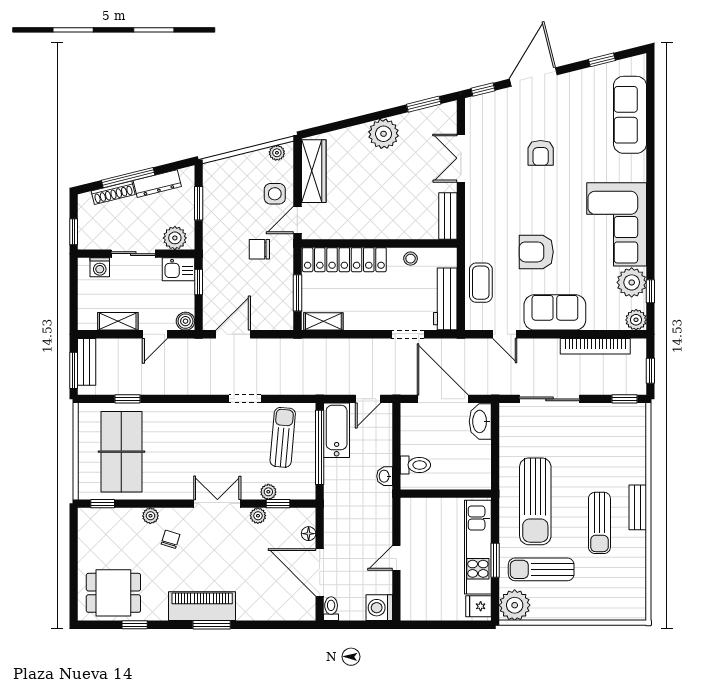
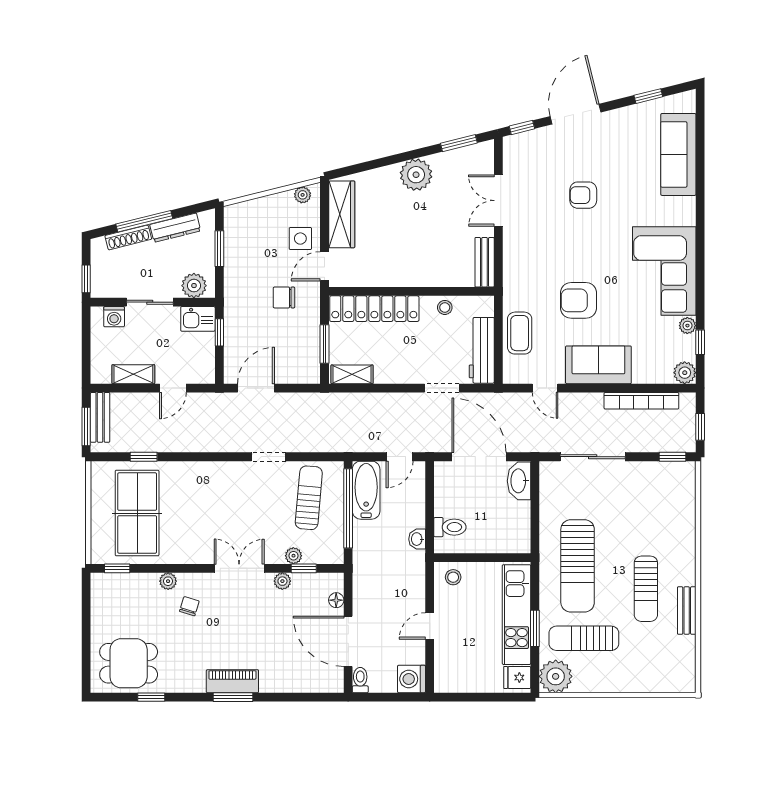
armchair: (541, 153) -> (583, 195), turned 90
plant: (632, 282) -> (687, 326), width x0.53, depth x0.53
boiler: (185, 321) -> (205, 374), removed
bench: (638, 507) -> (687, 610), moved
stool: (418, 512) -> (453, 577), added
piano: (202, 606) -> (232, 681), width x0.73, depth x0.75

